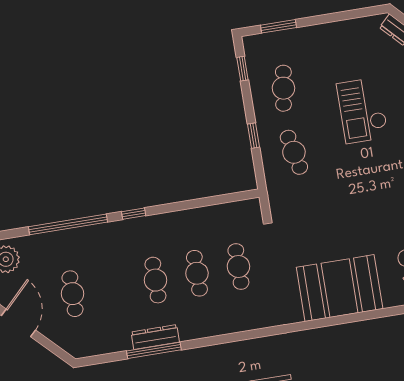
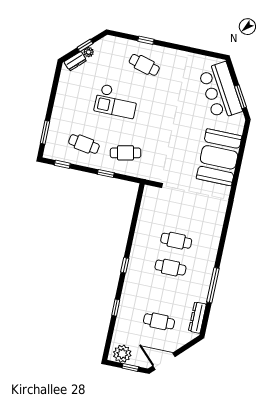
window: (68, 224) -> (116, 308), width x0.32
cafe table: (238, 266) -> (182, 214), removed
dresser: (155, 337) -> (197, 318), moved

